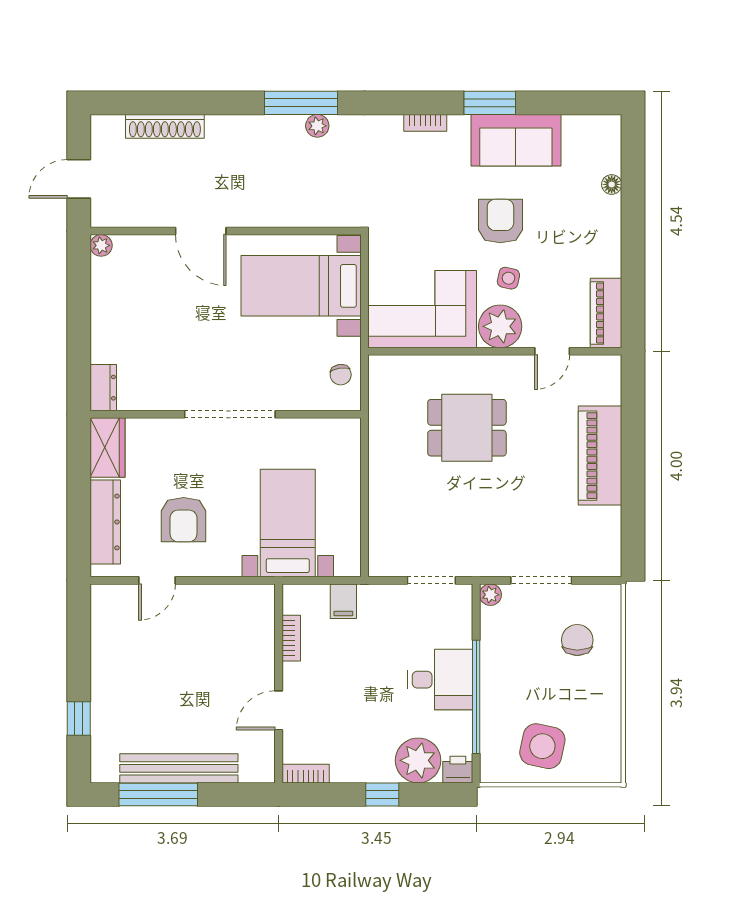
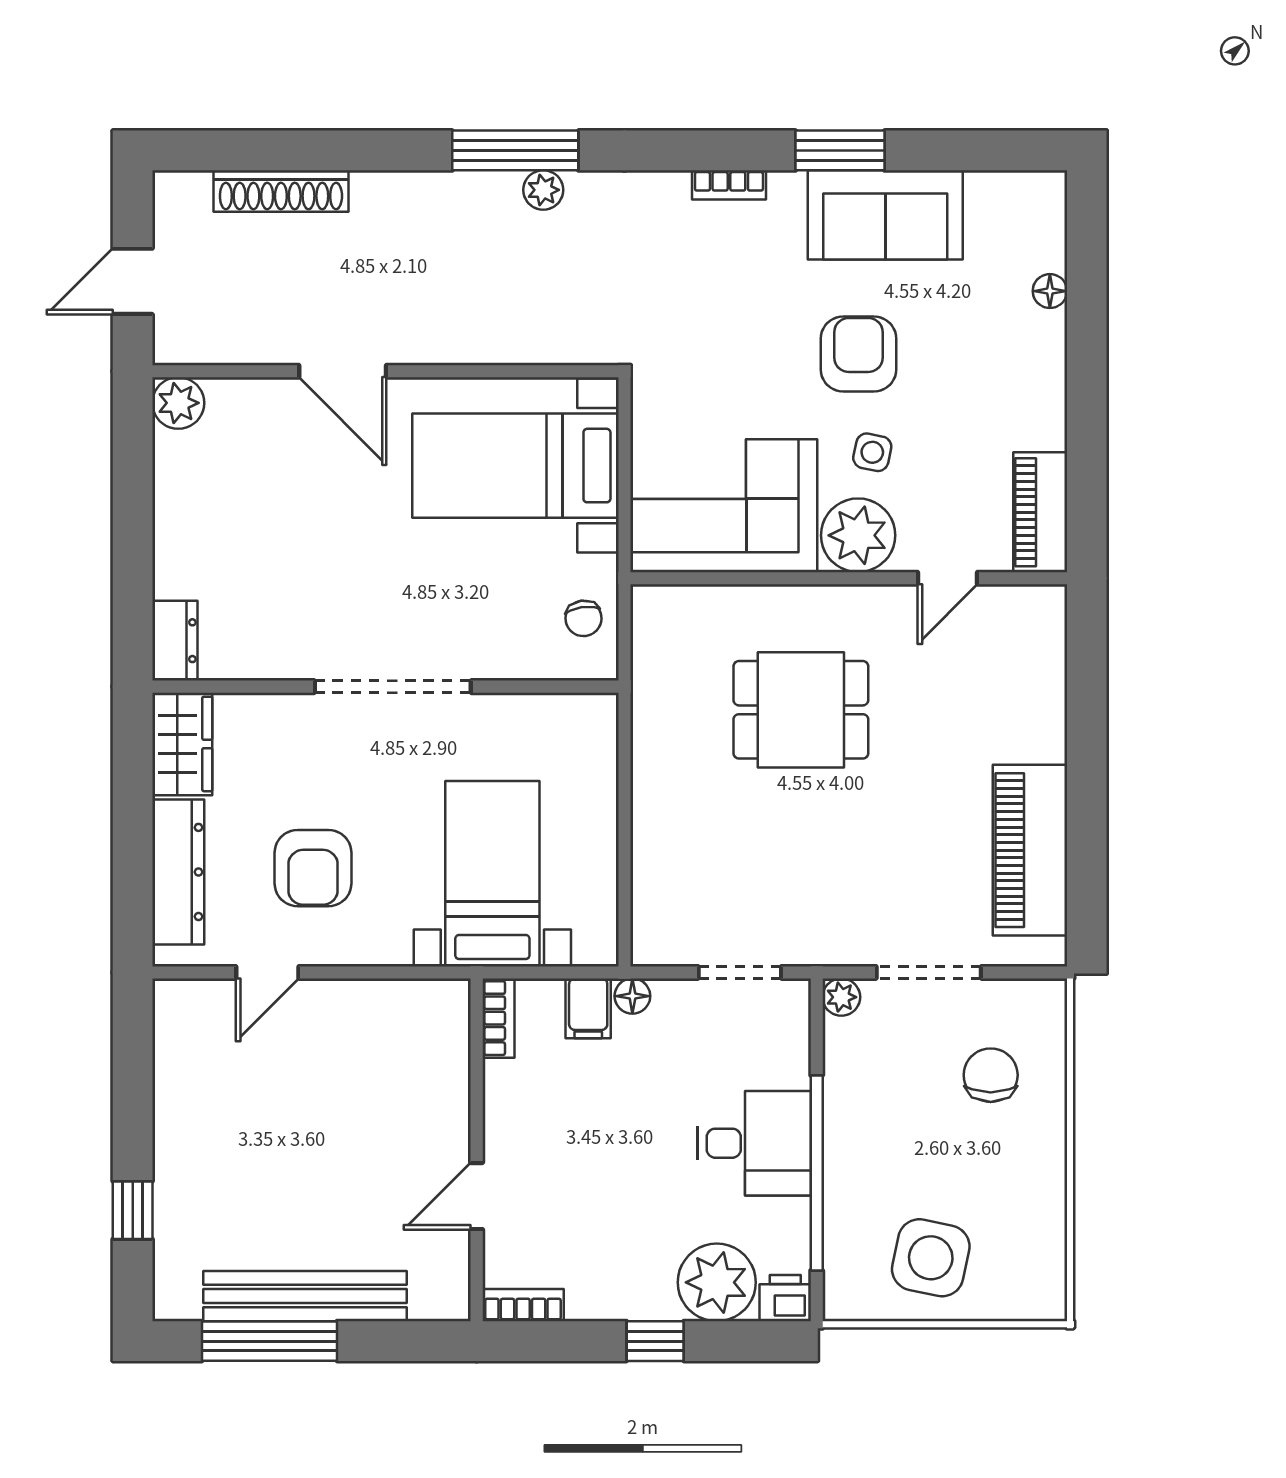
plant: (101, 245) -> (178, 403), width x1.38, depth x1.38
piano: (600, 456) -> (1030, 850), moved
floor lamp: (369, 594) -> (632, 996), added
bookcase: (291, 638) -> (498, 1018), moved

